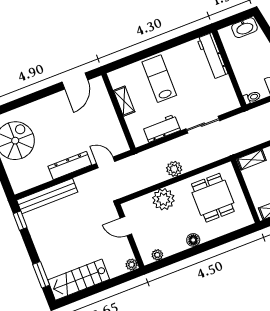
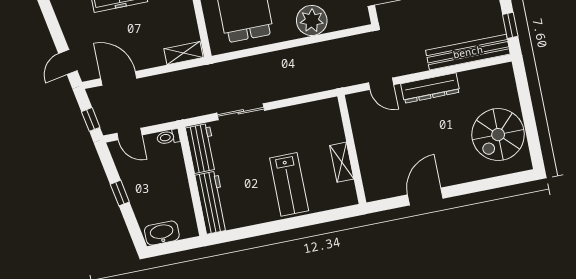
door: (75, 81) -> (425, 197), moved
workbench: (162, 128) -> (202, 148), moved, turned -90
plant: (174, 169) -> (290, 59), removed

